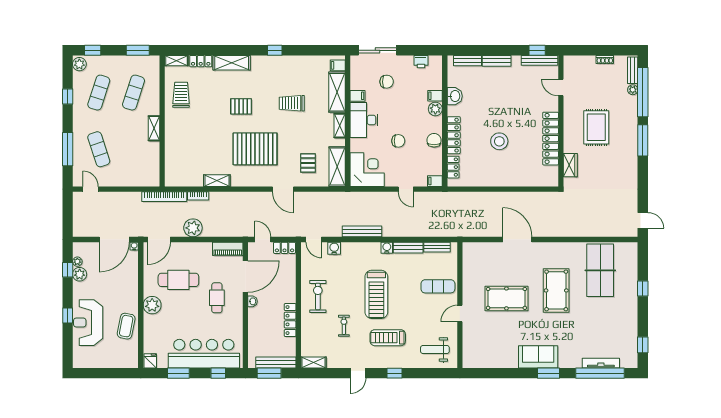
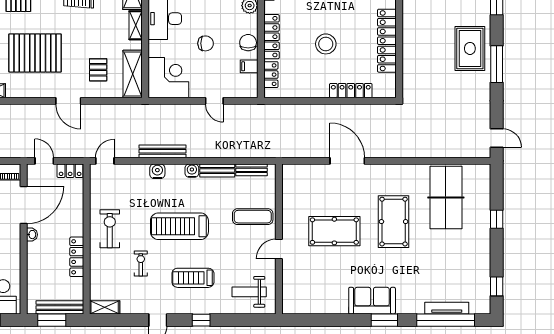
rug: (596, 127) -> (470, 48), moved
window: (643, 140) -> (497, 64), moved
wardrobe: (570, 165) -> (410, 72), removed
locker: (520, 180) -> (351, 91), added
filing cabinet: (435, 181) -> (249, 66), moved
door: (314, 239) -> (105, 161), swing flipped
water cooler: (334, 248) -> (157, 171), moved
treadmill: (376, 294) -> (179, 226), turned 90

